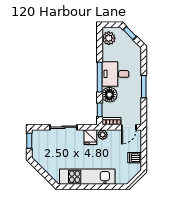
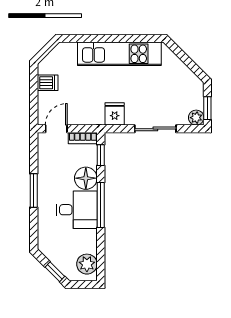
plant: (103, 135) -> (196, 118), moved

